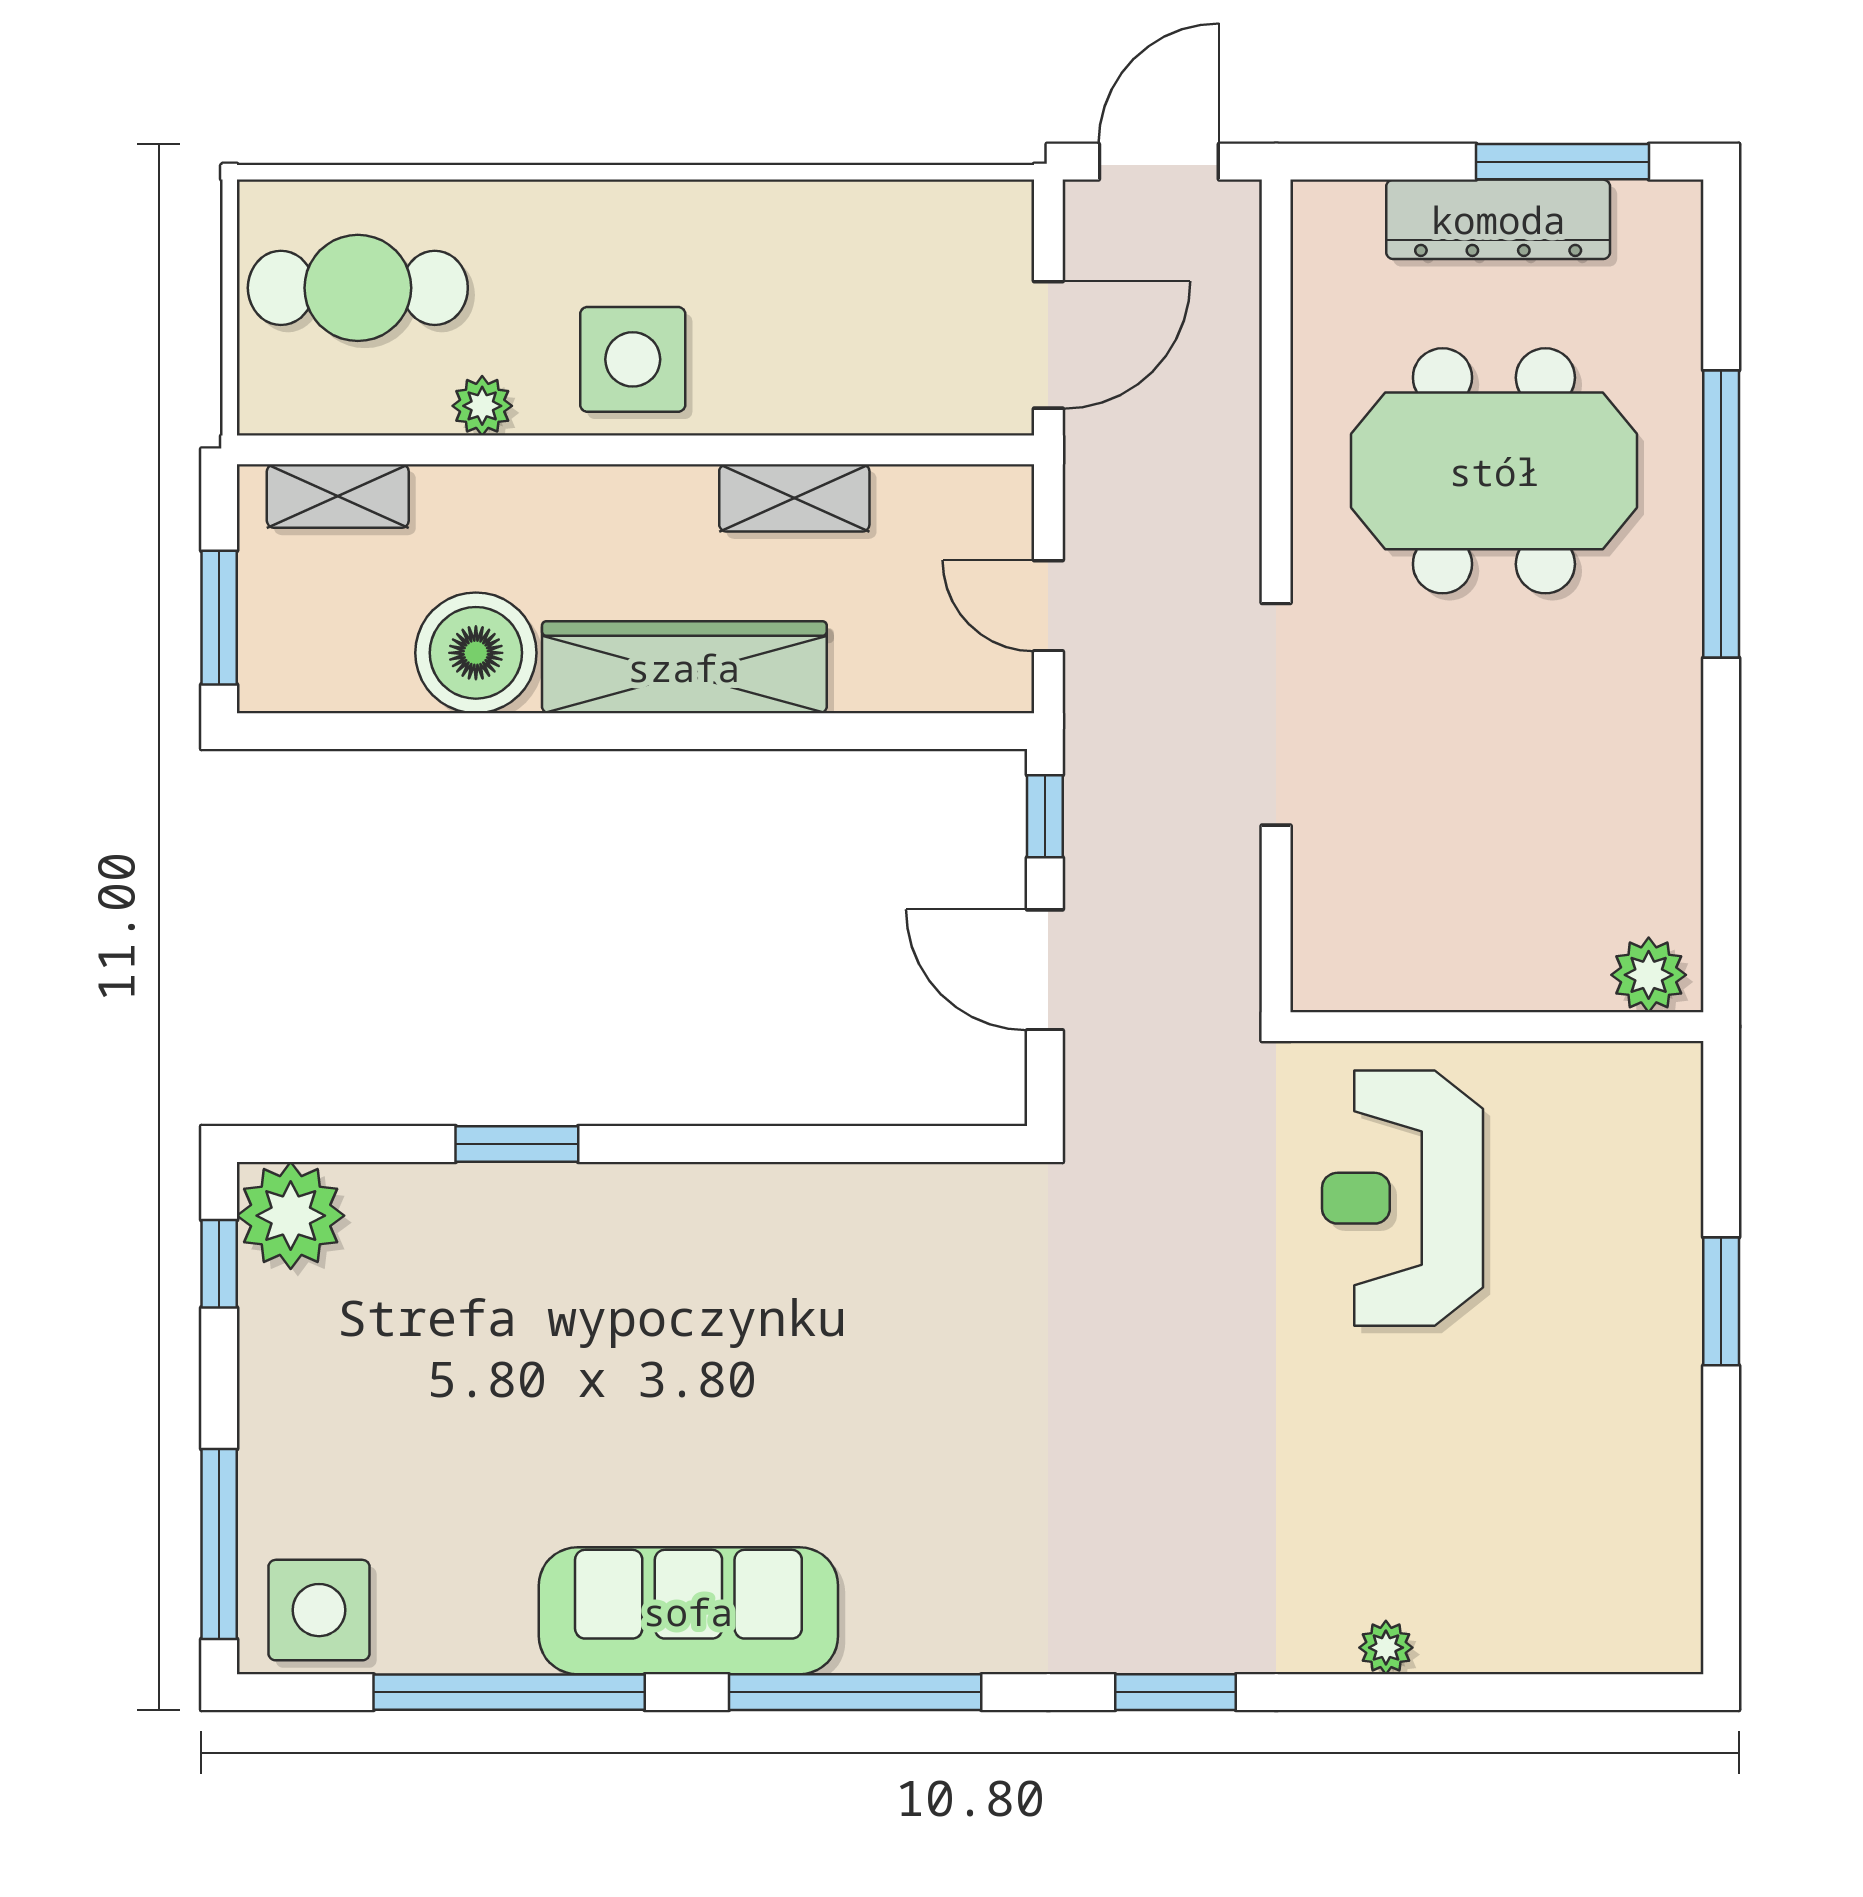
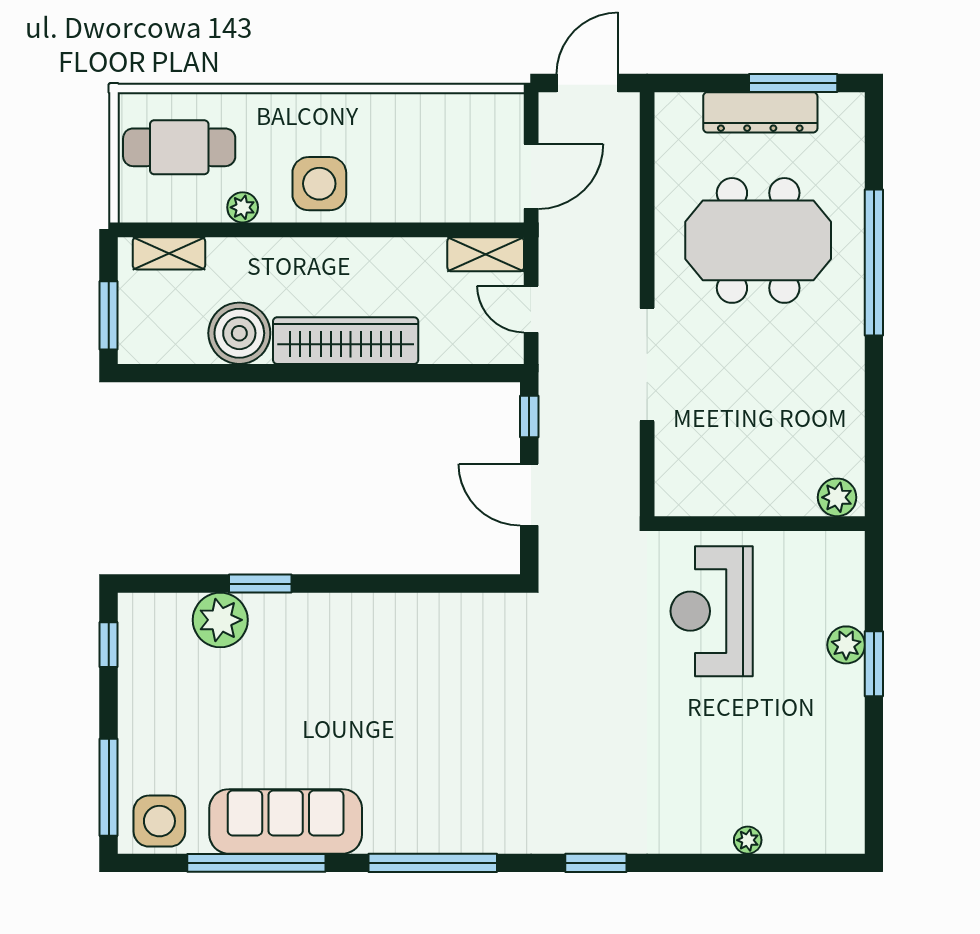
shelving: (794, 498) -> (486, 254), moved
plant: (291, 1216) -> (220, 620), moved
plant: (1667, 1264) -> (846, 645), added
sofa: (688, 1611) -> (286, 821), moved
plant: (1386, 1648) -> (748, 840), moved

